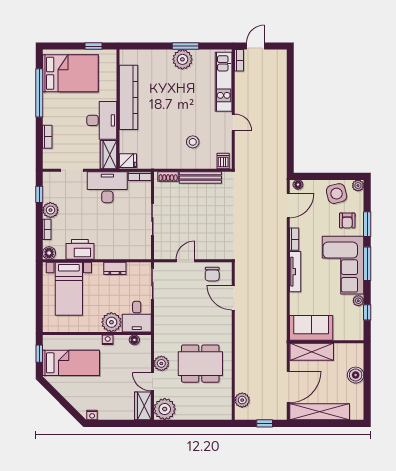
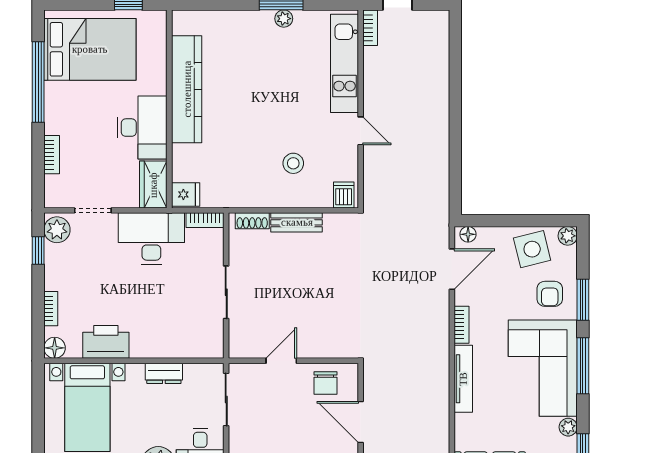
plant: (182, 59) -> (284, 19), width x0.53, depth x0.53
bench: (200, 177) -> (297, 222), width x0.73
plant: (50, 210) -> (57, 230), moved

